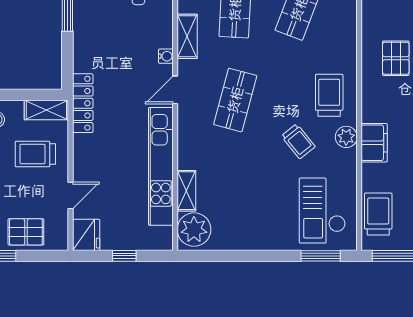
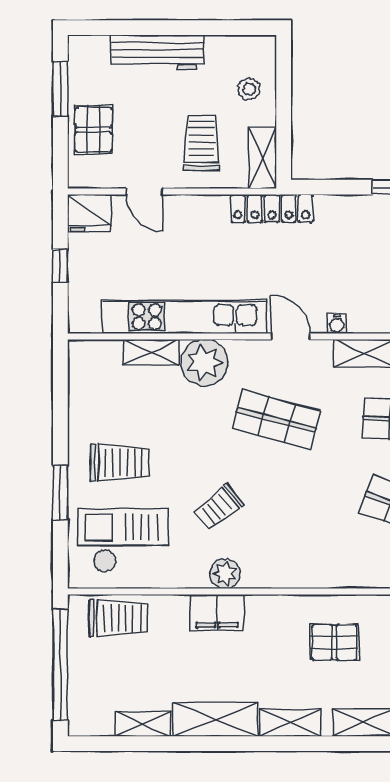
trolley: (329, 95) -> (119, 462), moved
plant: (194, 230) -> (204, 363), moved
window: (321, 256) -> (60, 493), moved

